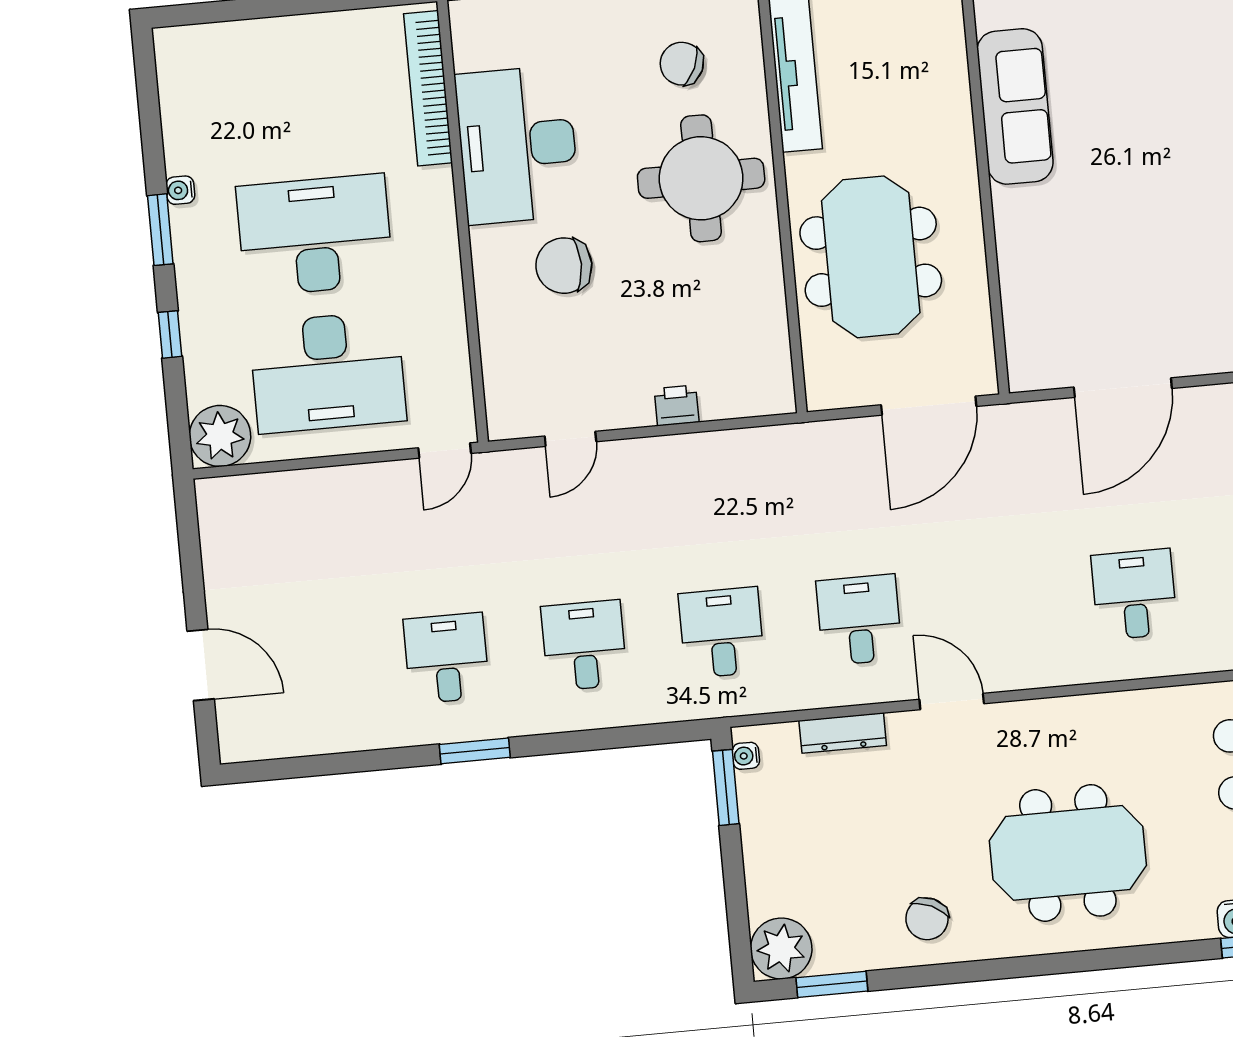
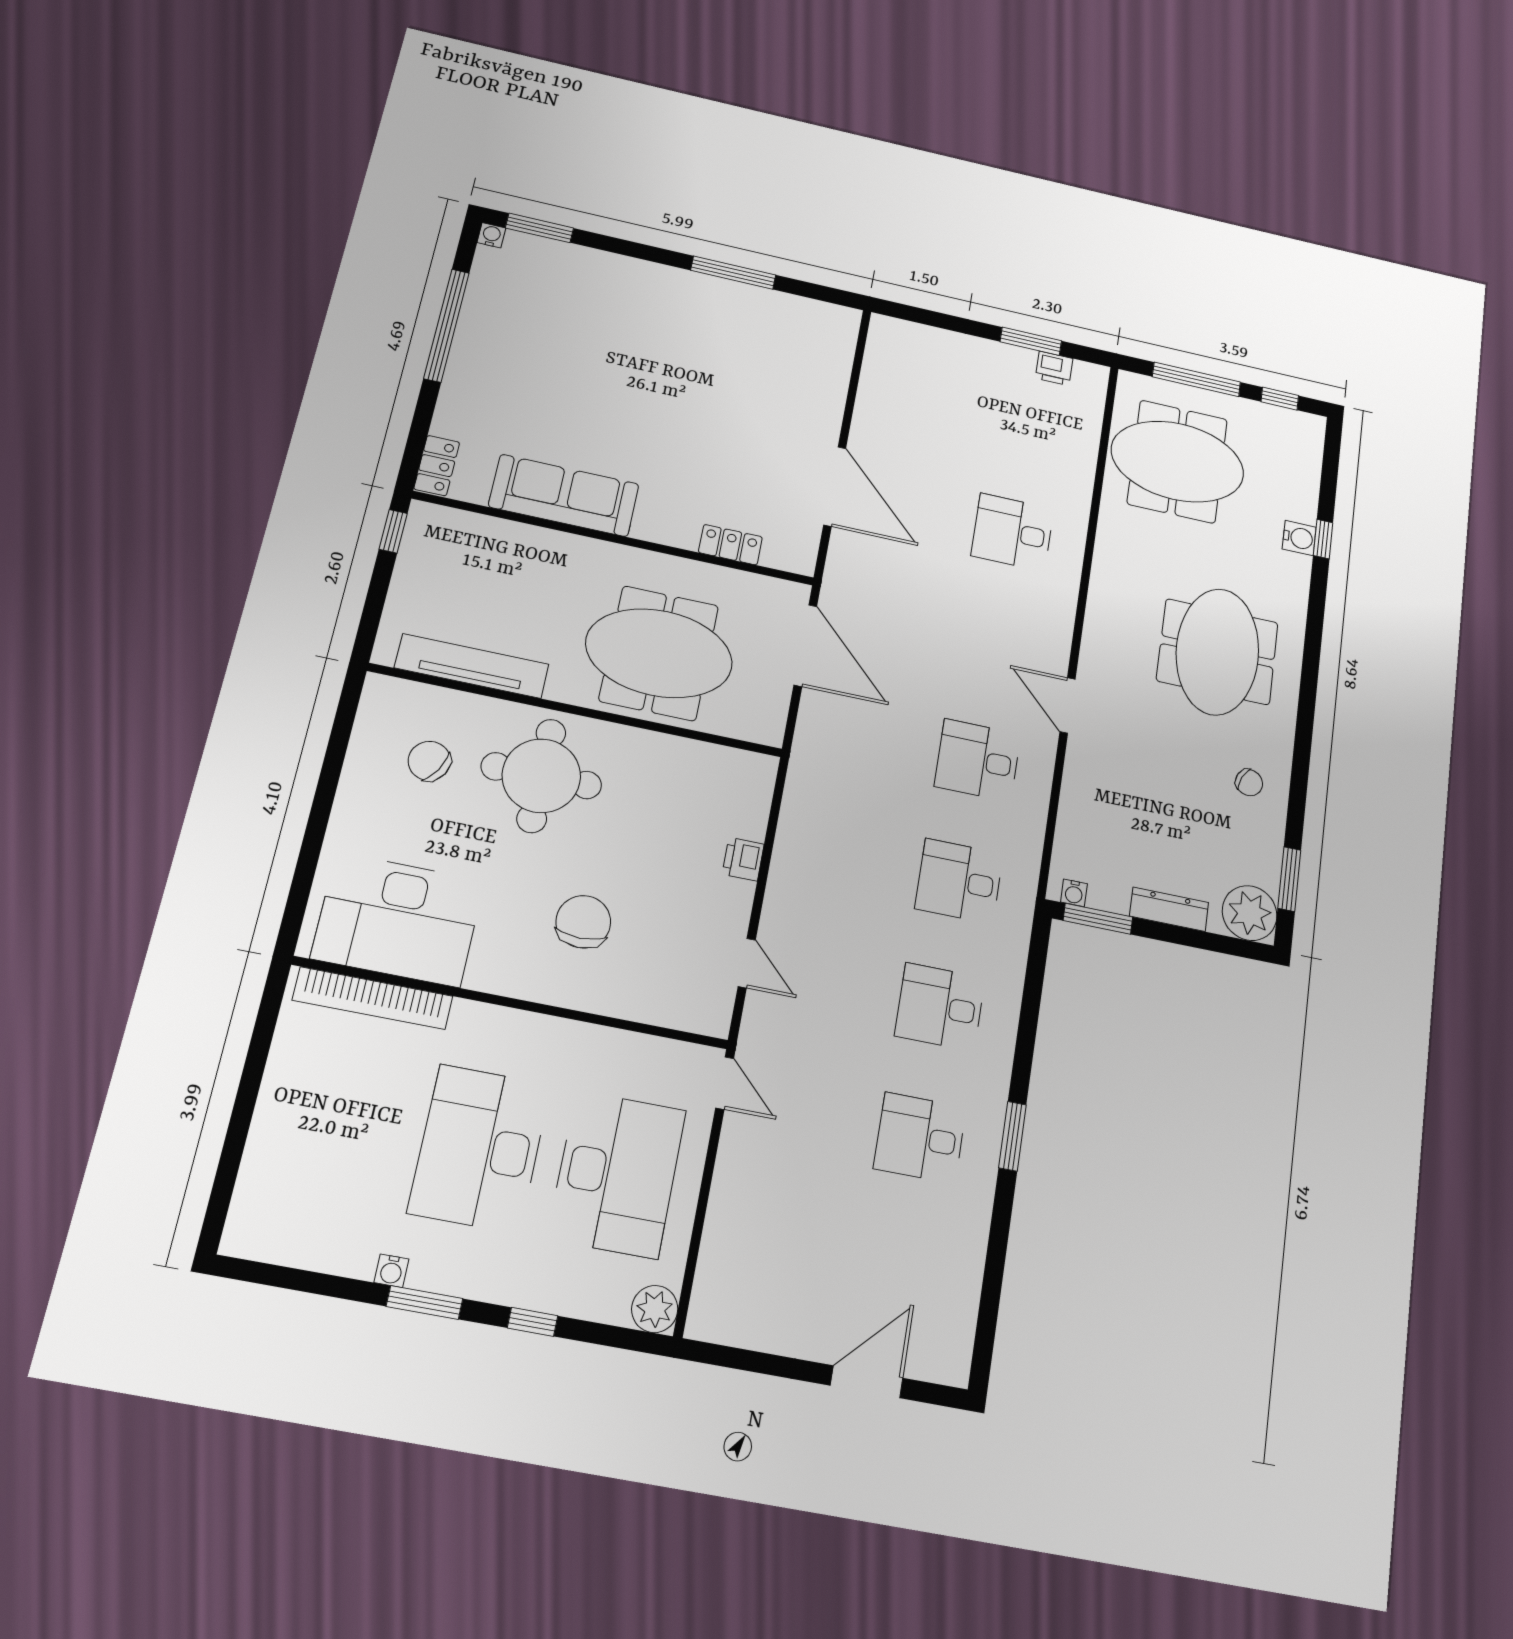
chair: (682, 64) -> (429, 761), turned 96
desk: (517, 145) -> (398, 919), moved
chair: (564, 266) -> (583, 922), turned 180
locker: (1017, 296) -> (730, 545), added
plant: (220, 436) -> (655, 1309), width x0.73, depth x0.73
door: (952, 702) -> (1068, 705), hinge flipped
dresser: (843, 733) -> (1169, 909), moved, turned -90
chair: (927, 919) -> (1249, 783), width x0.73, depth x0.73

